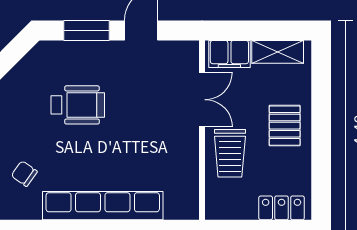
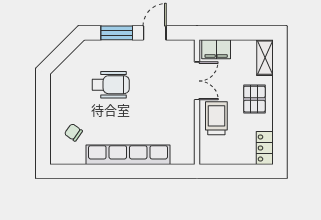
shelving: (278, 52) -> (265, 58), moved, turned 90
trolley: (230, 153) -> (216, 118), turned 180
locker: (282, 208) -> (265, 148), moved, turned -90

